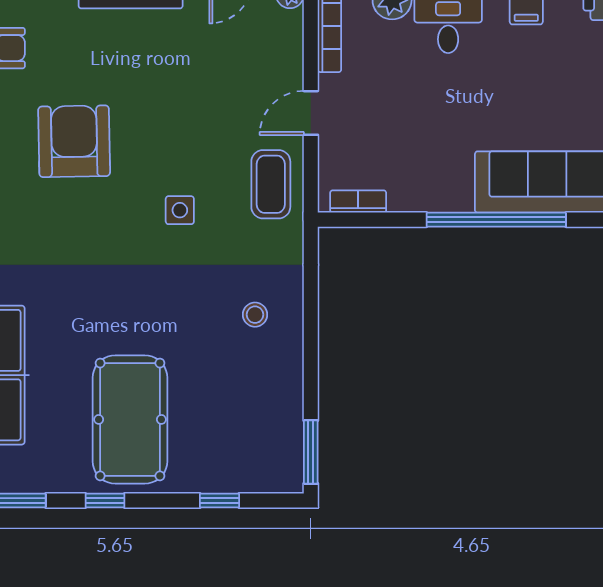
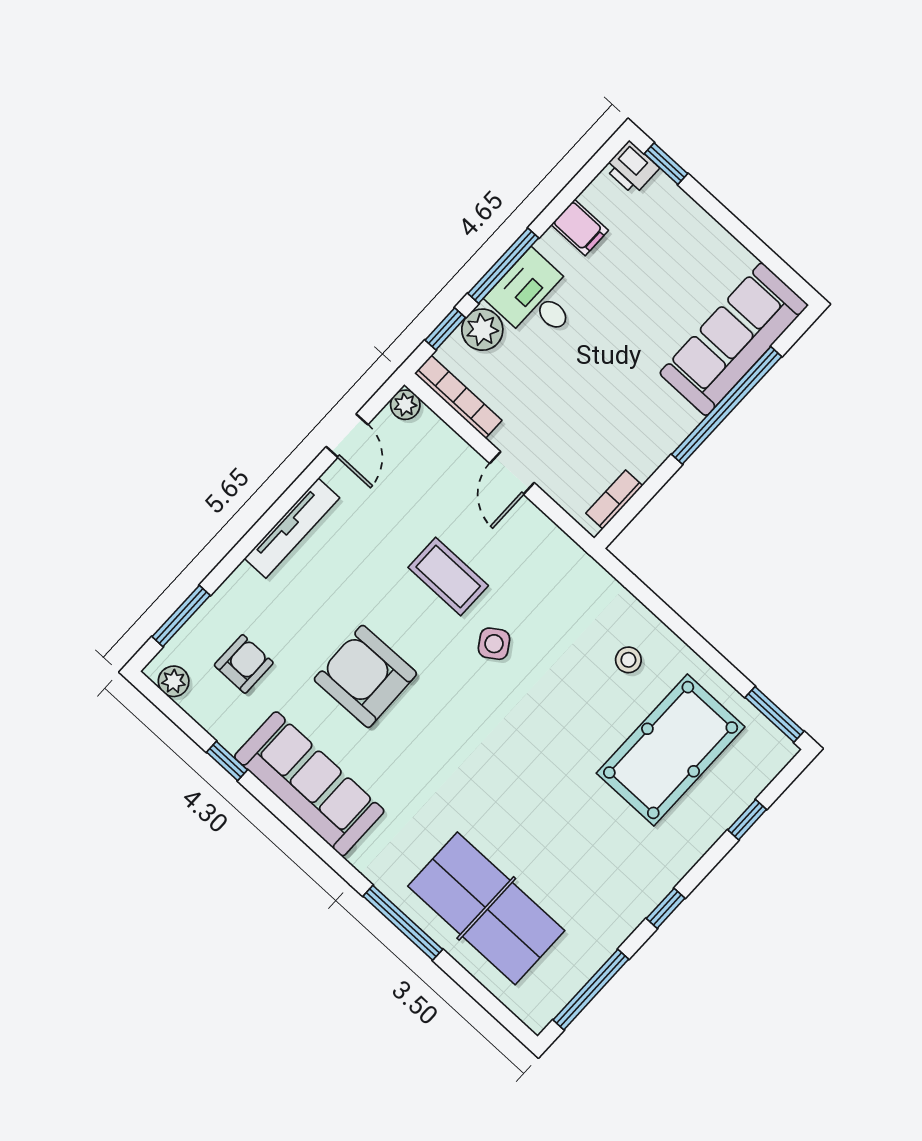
coffee table: (271, 184) -> (448, 577), moved
side table: (180, 210) -> (494, 644), turned -34
pool table: (130, 419) -> (671, 750), moved, turned 90

